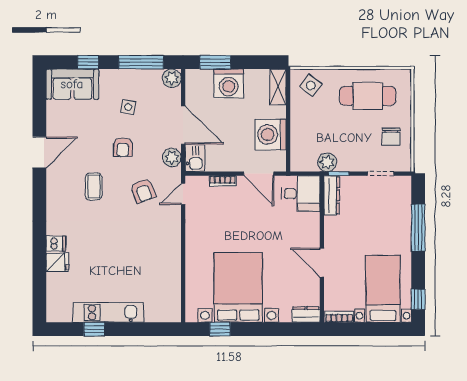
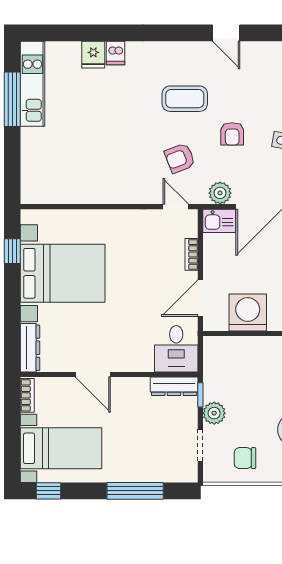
armchair: (123, 147) -> (232, 134), turned -90
door: (39, 152) -> (226, 33), width x0.73
plant: (327, 162) -> (214, 413), moved
coffee table: (94, 187) -> (185, 99), width x1.36, depth x1.30
door: (322, 263) -> (93, 374), swing flipped
kitchen unit: (108, 312) -> (33, 84), moved
dresser: (306, 315) -> (30, 348), width x1.44
window: (94, 329) -> (12, 99), width x2.17

